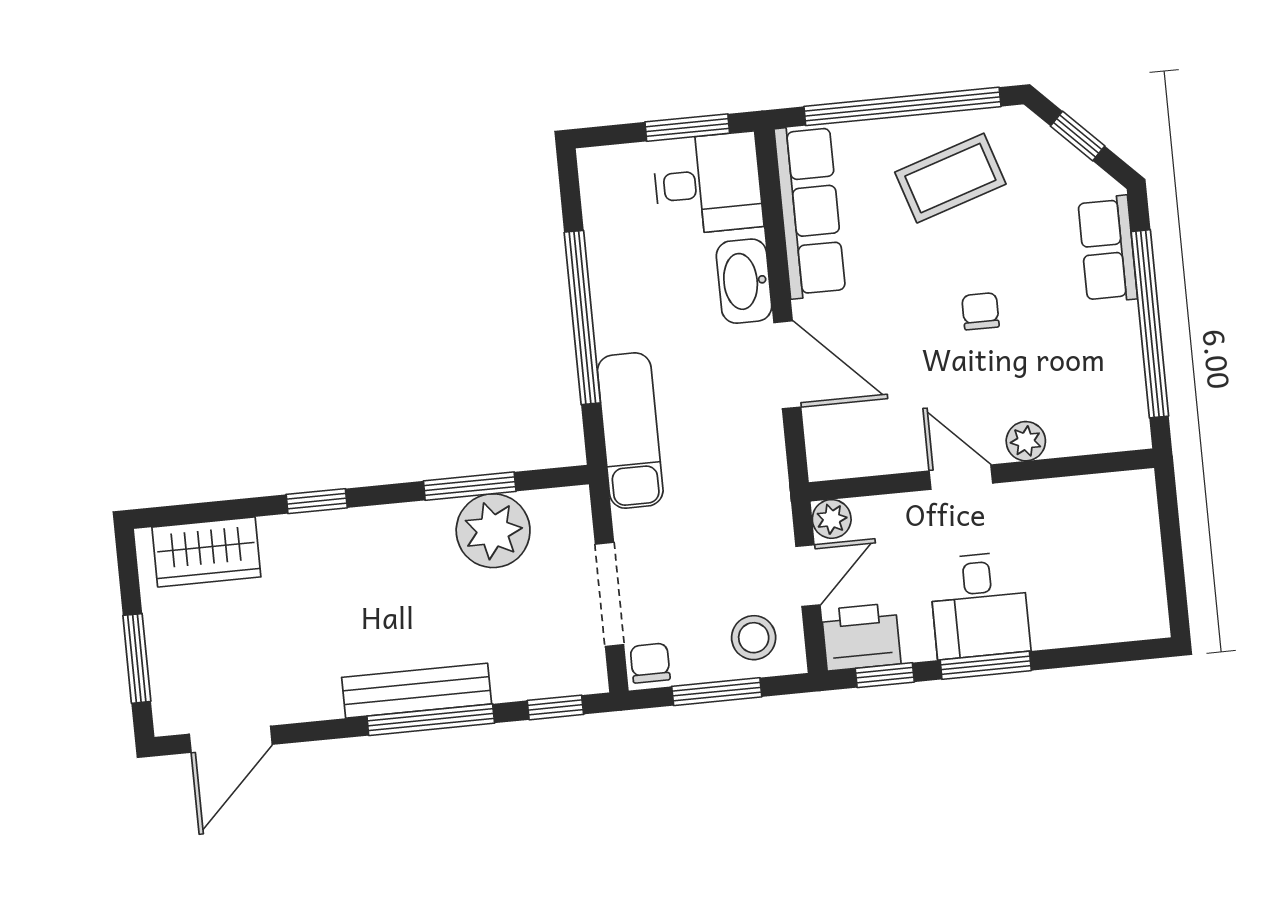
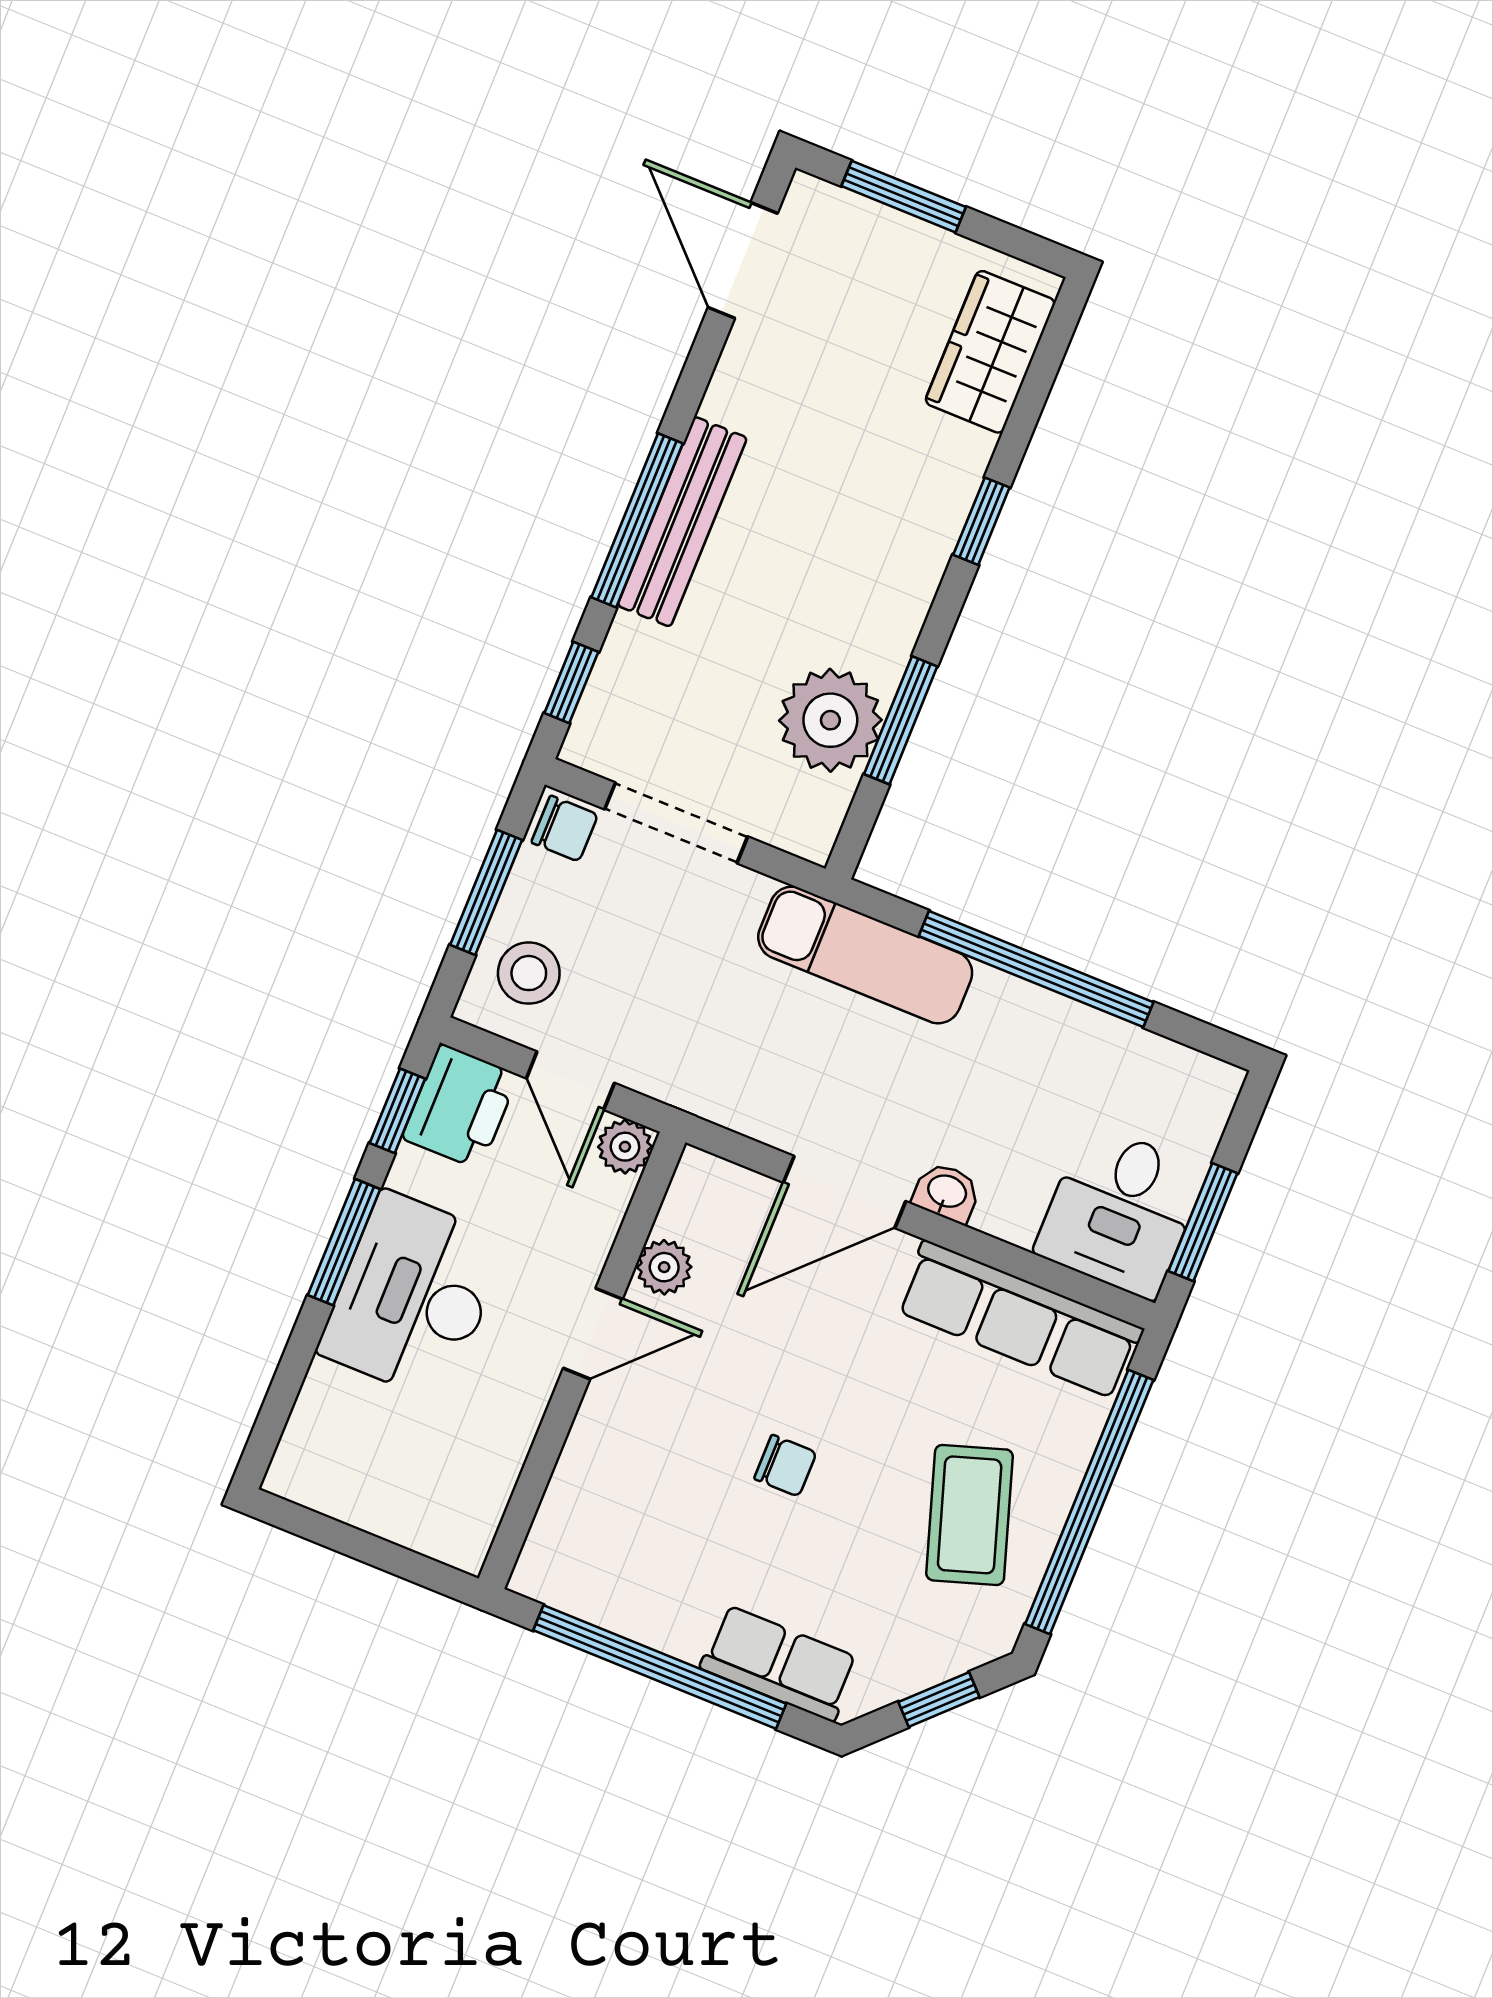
washbasin: (744, 281) -> (947, 1193), width x0.52, depth x0.69
plant: (1026, 441) -> (664, 1267), moved
desk: (980, 605) -> (413, 1296), width x1.37

